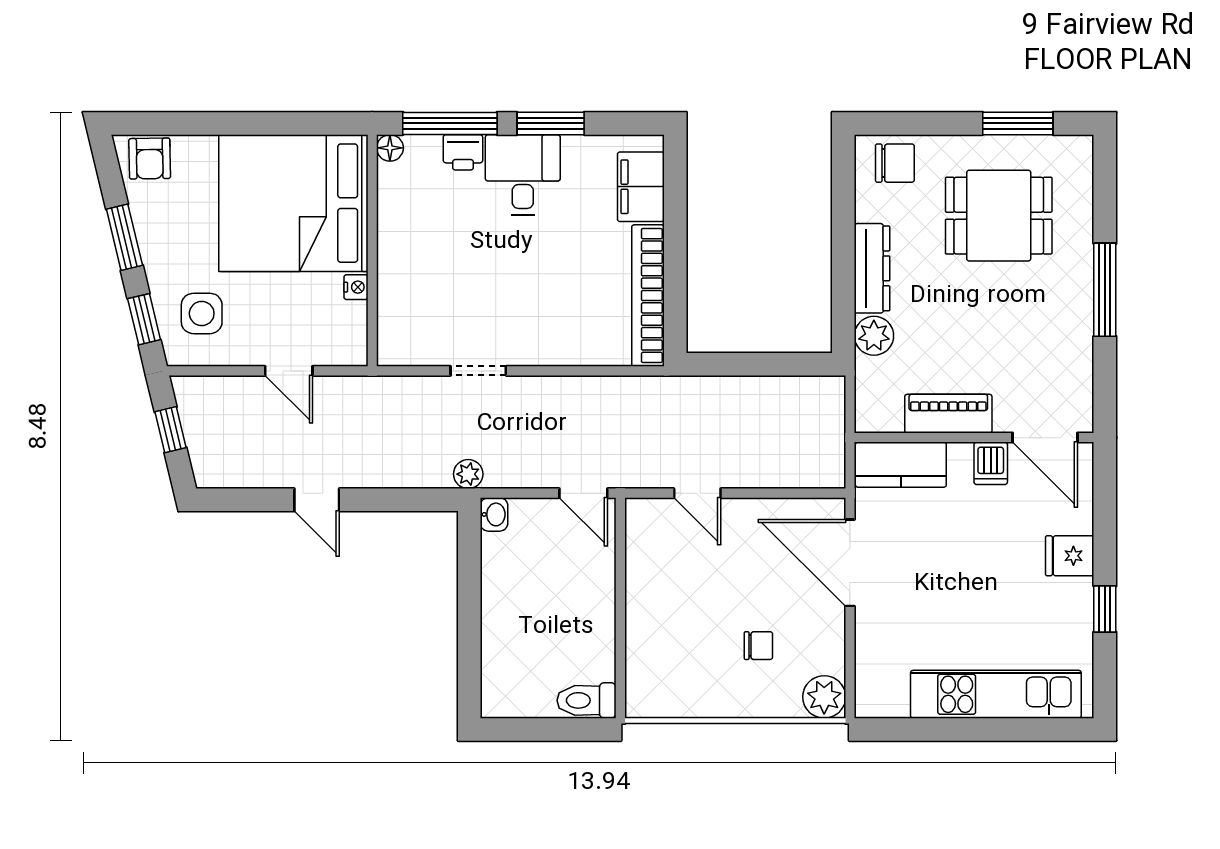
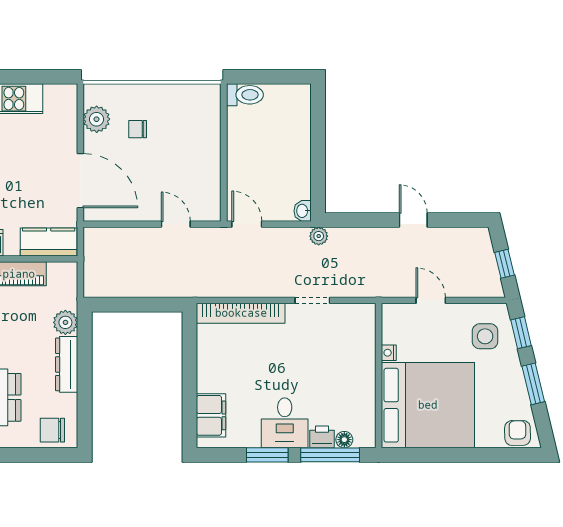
floor lamp: (390, 148) -> (344, 440), moved
bookcase: (648, 296) -> (241, 313), moved, turned 90
plant: (824, 697) -> (97, 119), moved

